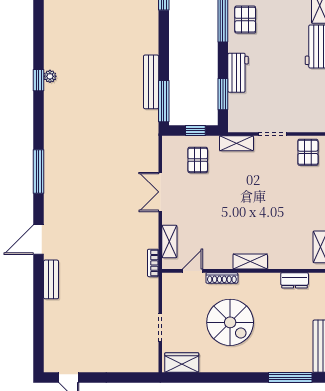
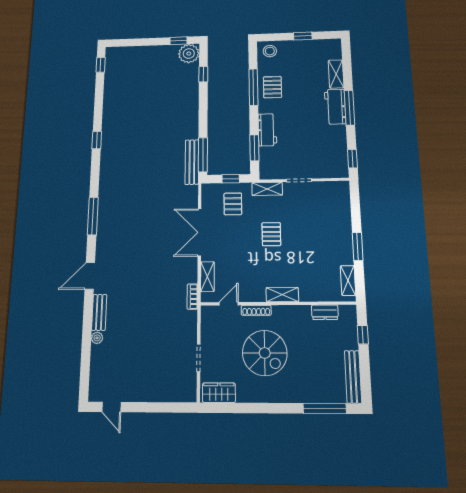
plant: (50, 76) -> (97, 338), moved
bench: (151, 82) -> (192, 162), moved
pallet: (308, 152) -> (271, 234), moved
double door: (160, 192) -> (199, 232), width x1.37

